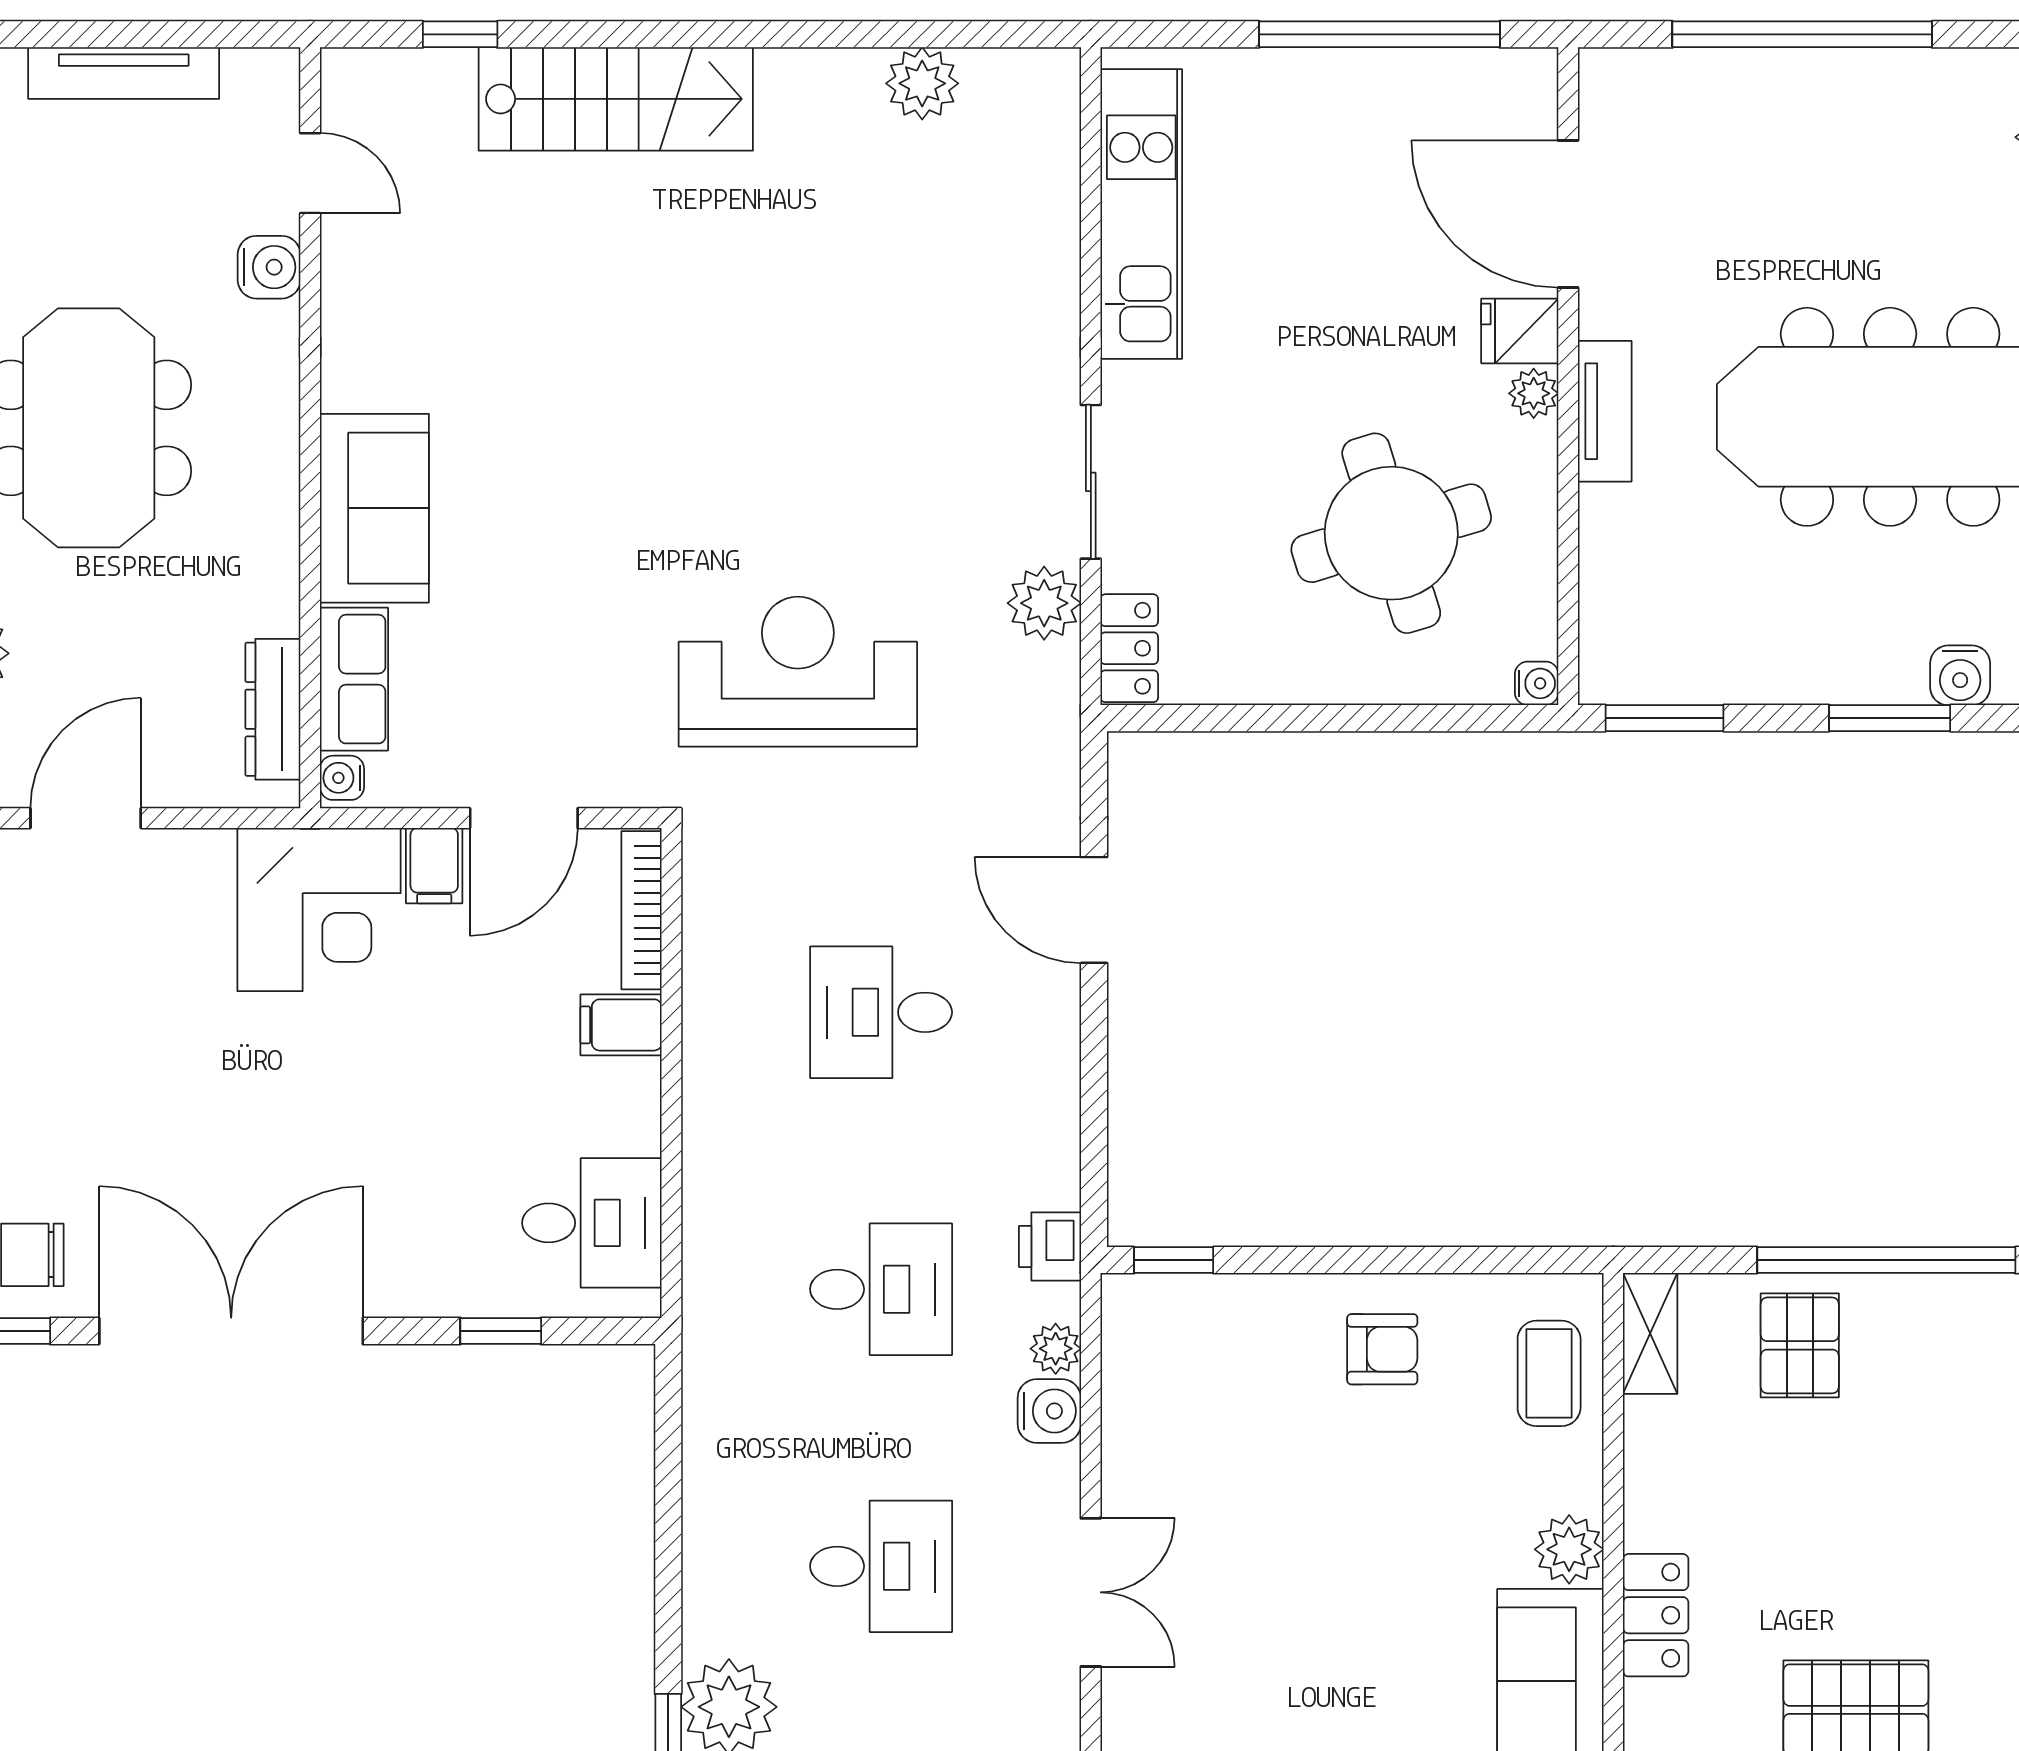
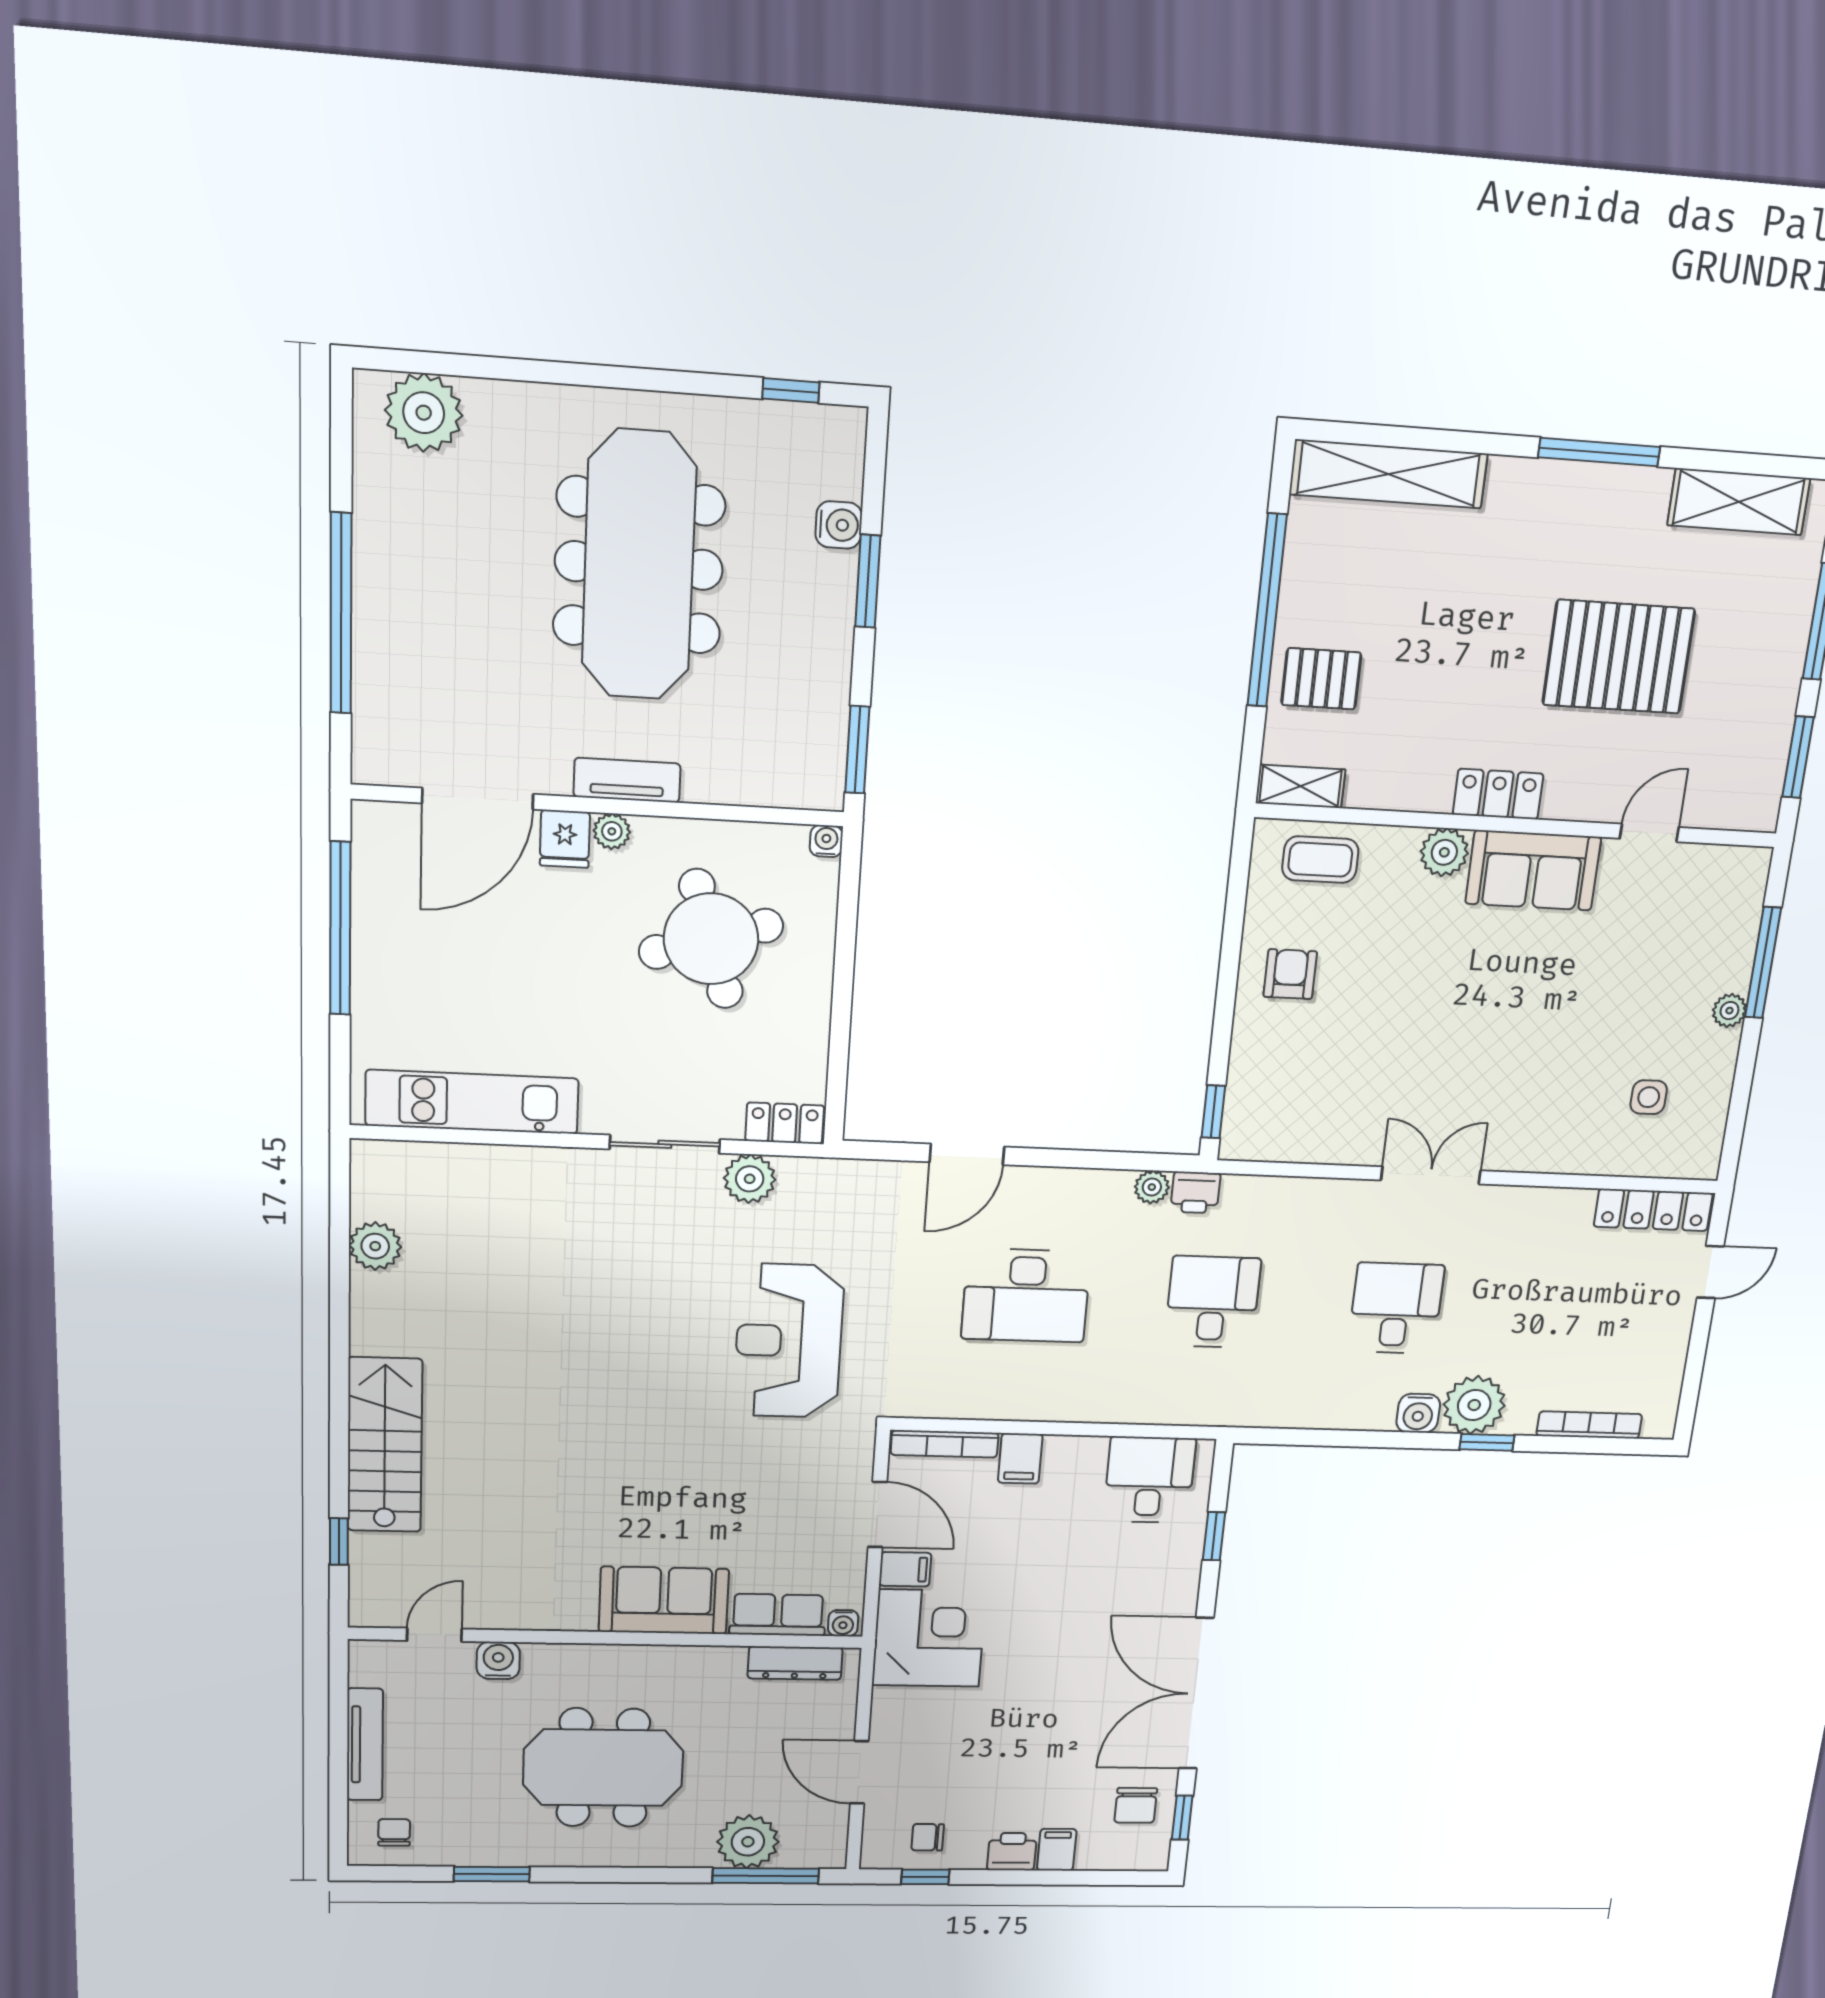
desk: (881, 1012) -> (1026, 1296), width x1.37
plant: (1056, 1349) -> (1152, 1187), moved
water cooler: (1049, 1411) -> (1418, 1413), moved, turned 180

